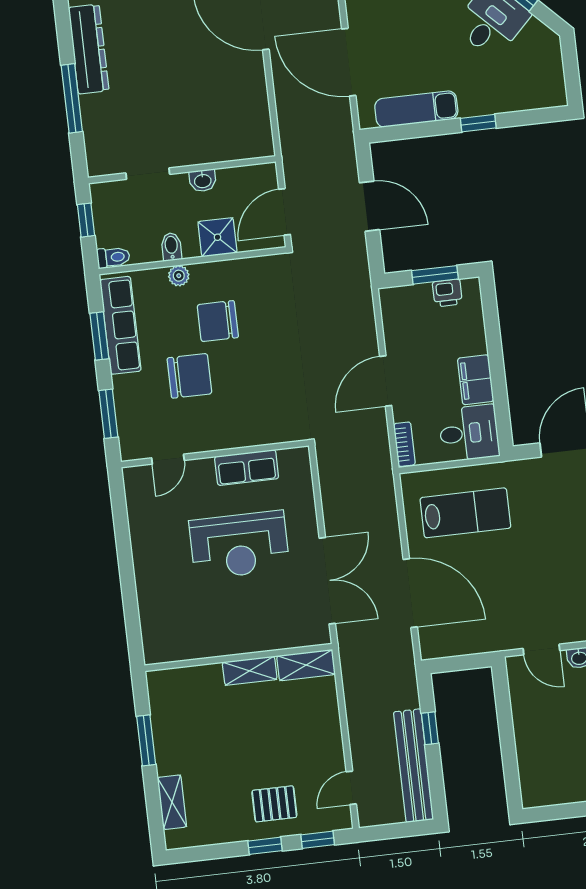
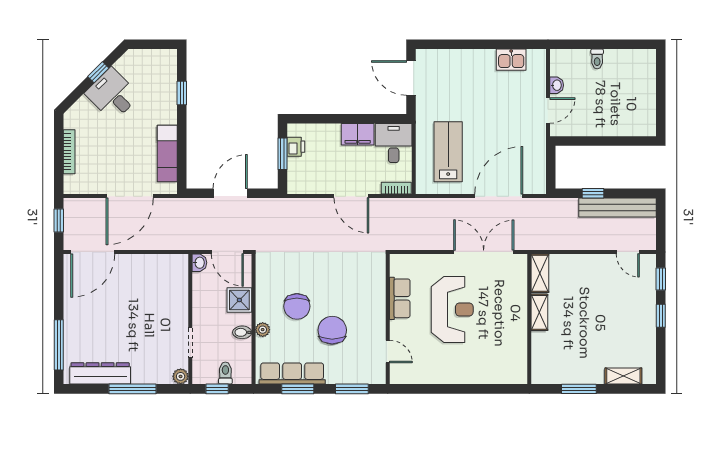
window: (478, 123) -> (182, 93), moved
plant: (98, 165) -> (181, 376), added
washbasin: (203, 181) -> (199, 263), moved
toilet: (113, 257) -> (225, 373), moved
pallet: (274, 804) -> (633, 306), removed

